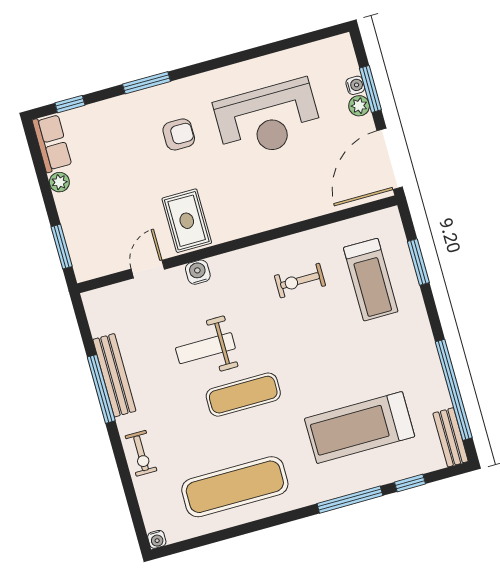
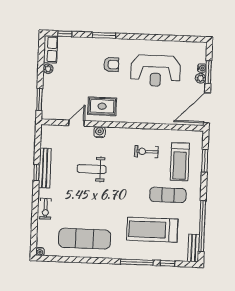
rug: (187, 221) -> (102, 106), turned 90
window: (101, 389) -> (36, 172), width x0.46
exercise mat: (243, 395) -> (168, 195), moved

